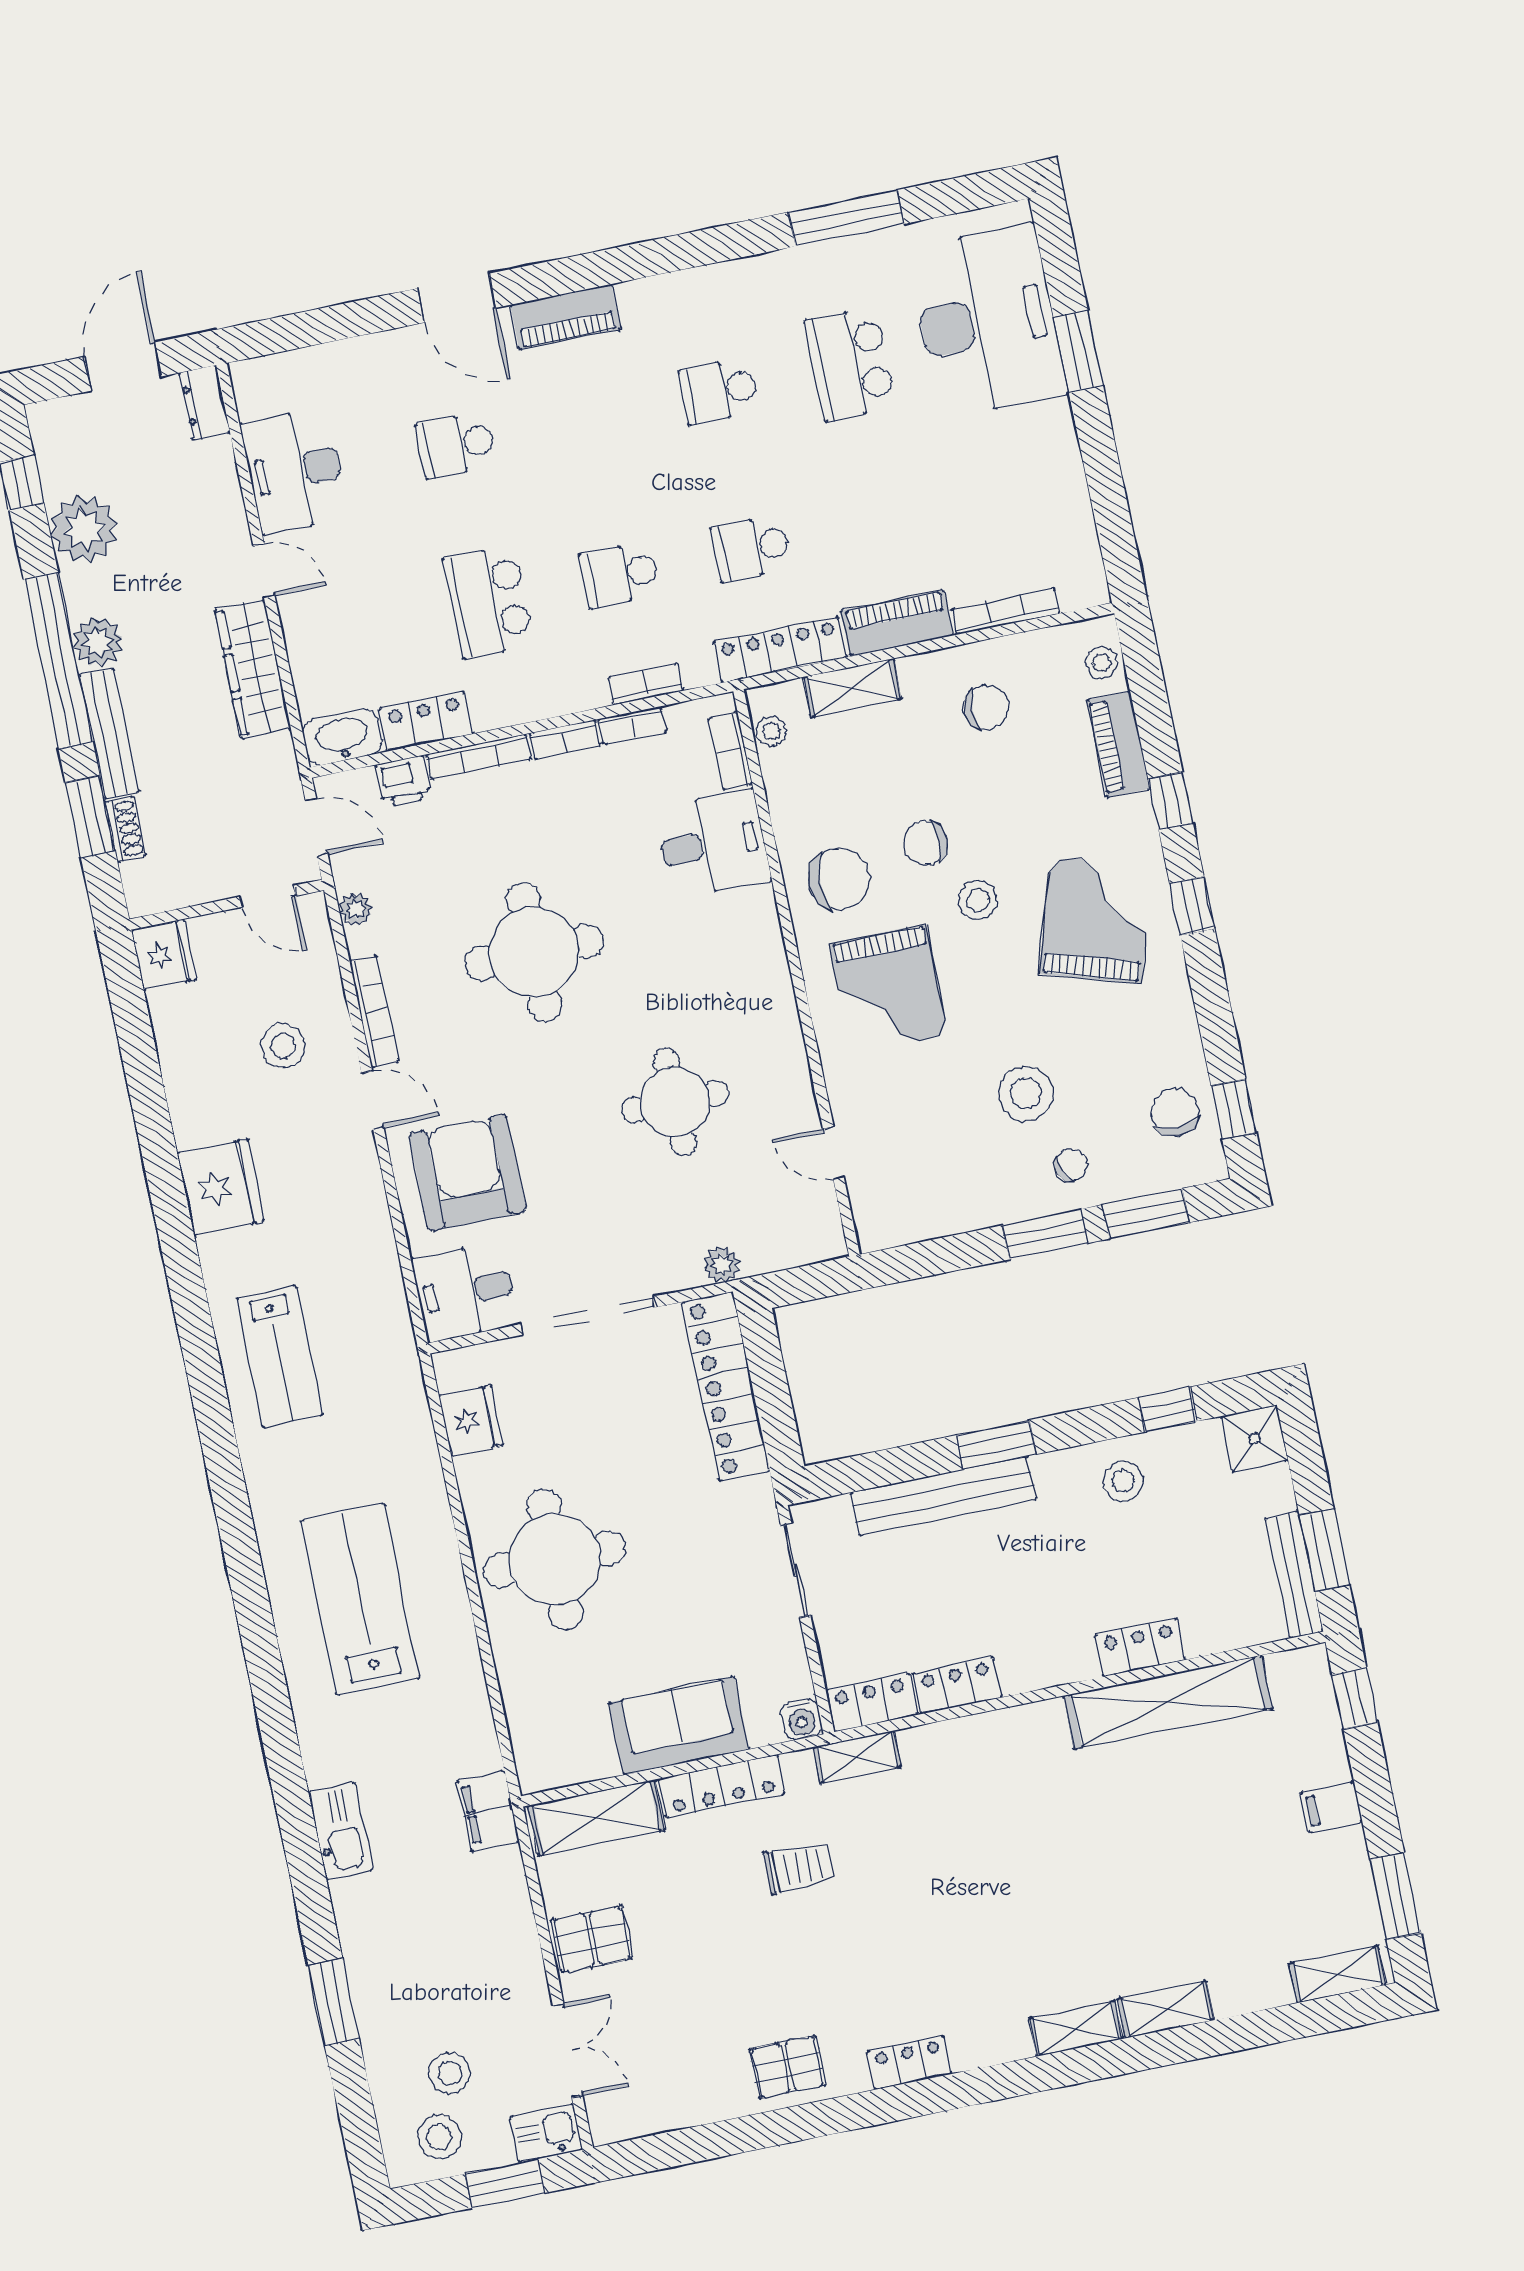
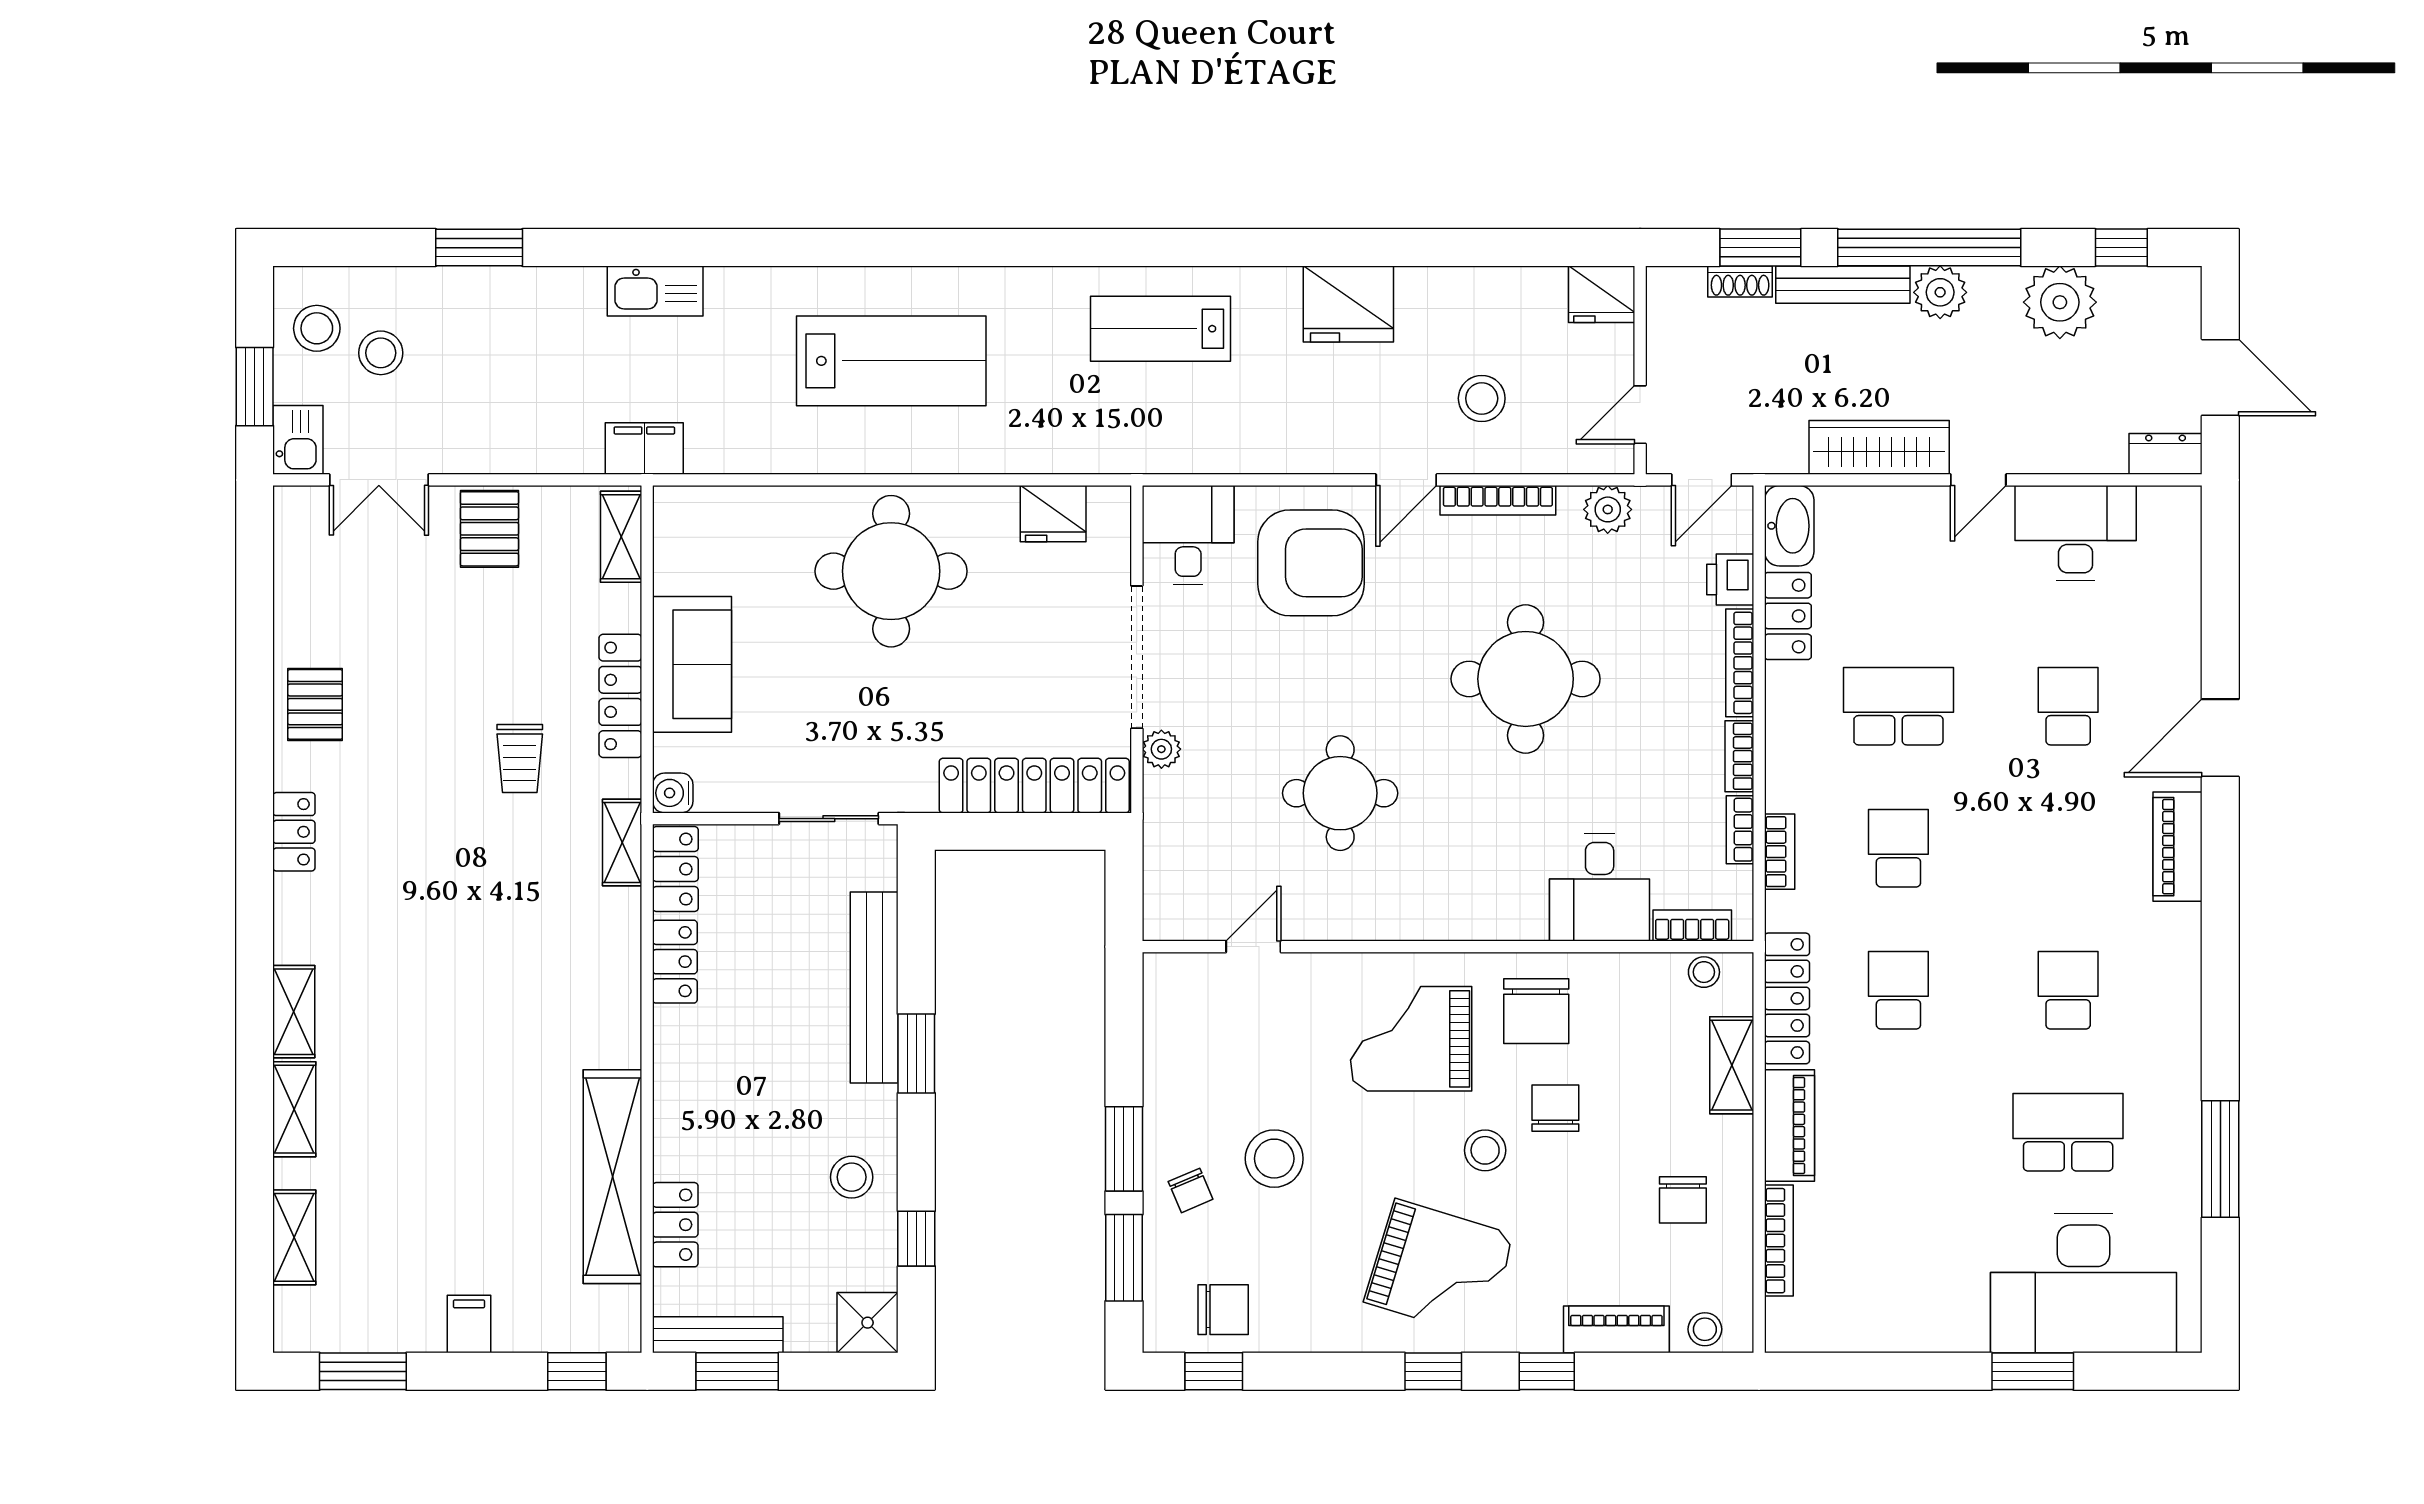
plant: (356, 909) -> (1608, 509), width x1.38, depth x1.38
plant: (722, 1265) -> (1161, 749), moved
locker: (1140, 1647) -> (675, 1225), moved
shelving: (597, 1818) -> (621, 537), width x0.67, depth x0.75
shelving: (1338, 1974) -> (294, 1237), moved

